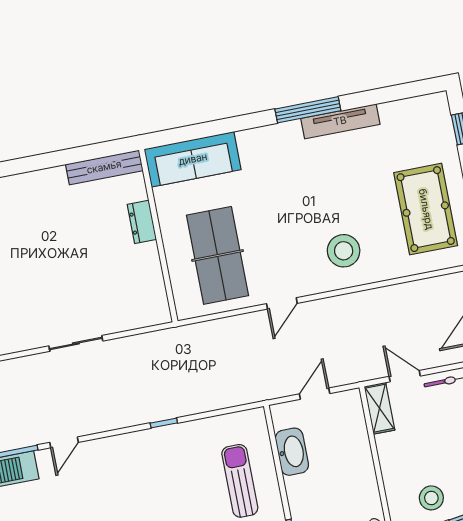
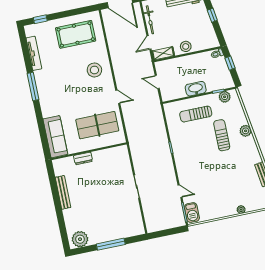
tv unit: (340, 121) -> (34, 53), moved
bench: (104, 167) -> (63, 192), moved
washbasin: (292, 452) -> (196, 89), moved
stool: (431, 498) -> (186, 46), moved

